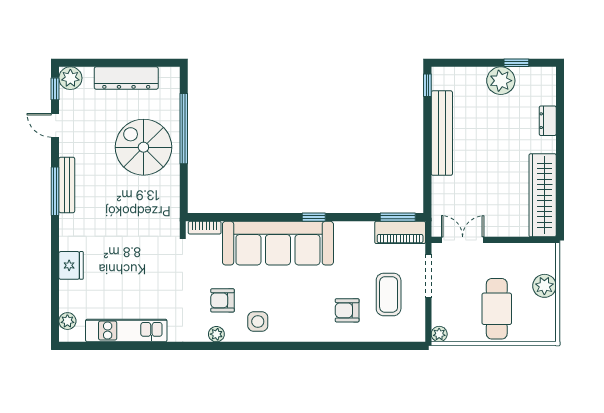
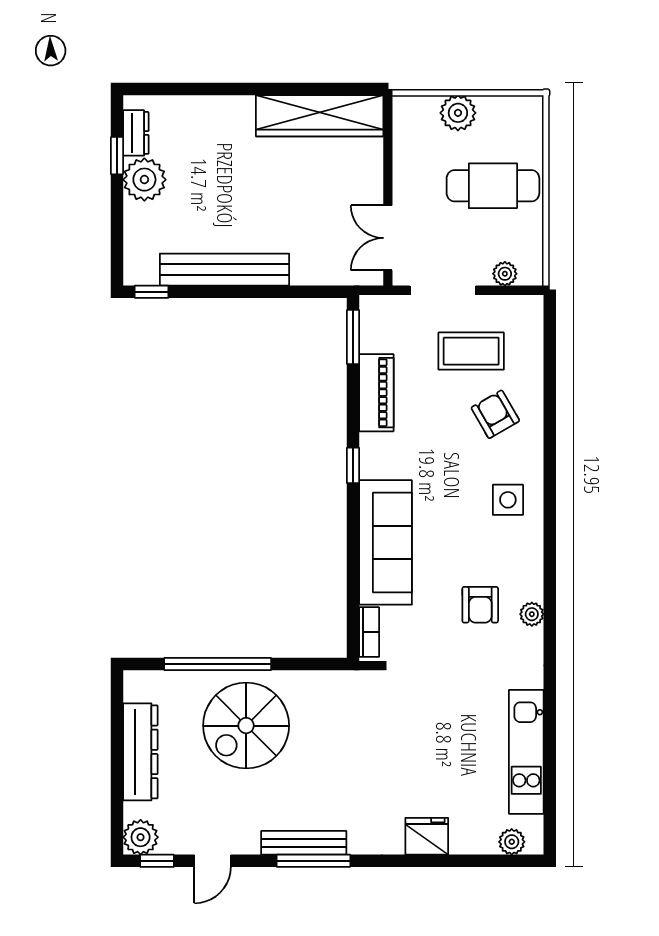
dresser: (548, 121) -> (136, 133), moved, turned -90
piano: (400, 232) -> (376, 393), moved
sofa: (278, 243) -> (386, 542), width x0.74, depth x0.79
armchair: (347, 310) -> (495, 414), turned 150
side table: (258, 322) -> (508, 500), moved
plant: (439, 334) -> (505, 274), moved

